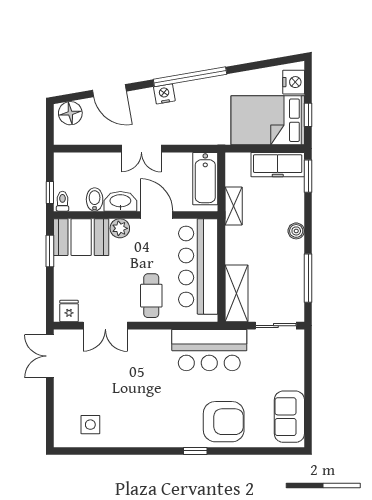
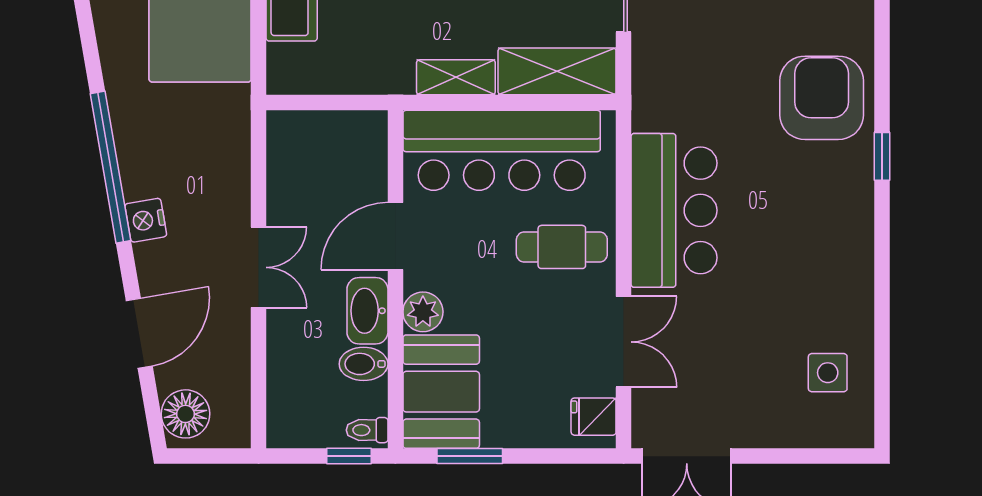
bathtub: (205, 179) -> (320, 136), removed
shelving: (234, 206) -> (456, 77), moved
bar counter: (209, 350) -> (674, 210), moved

